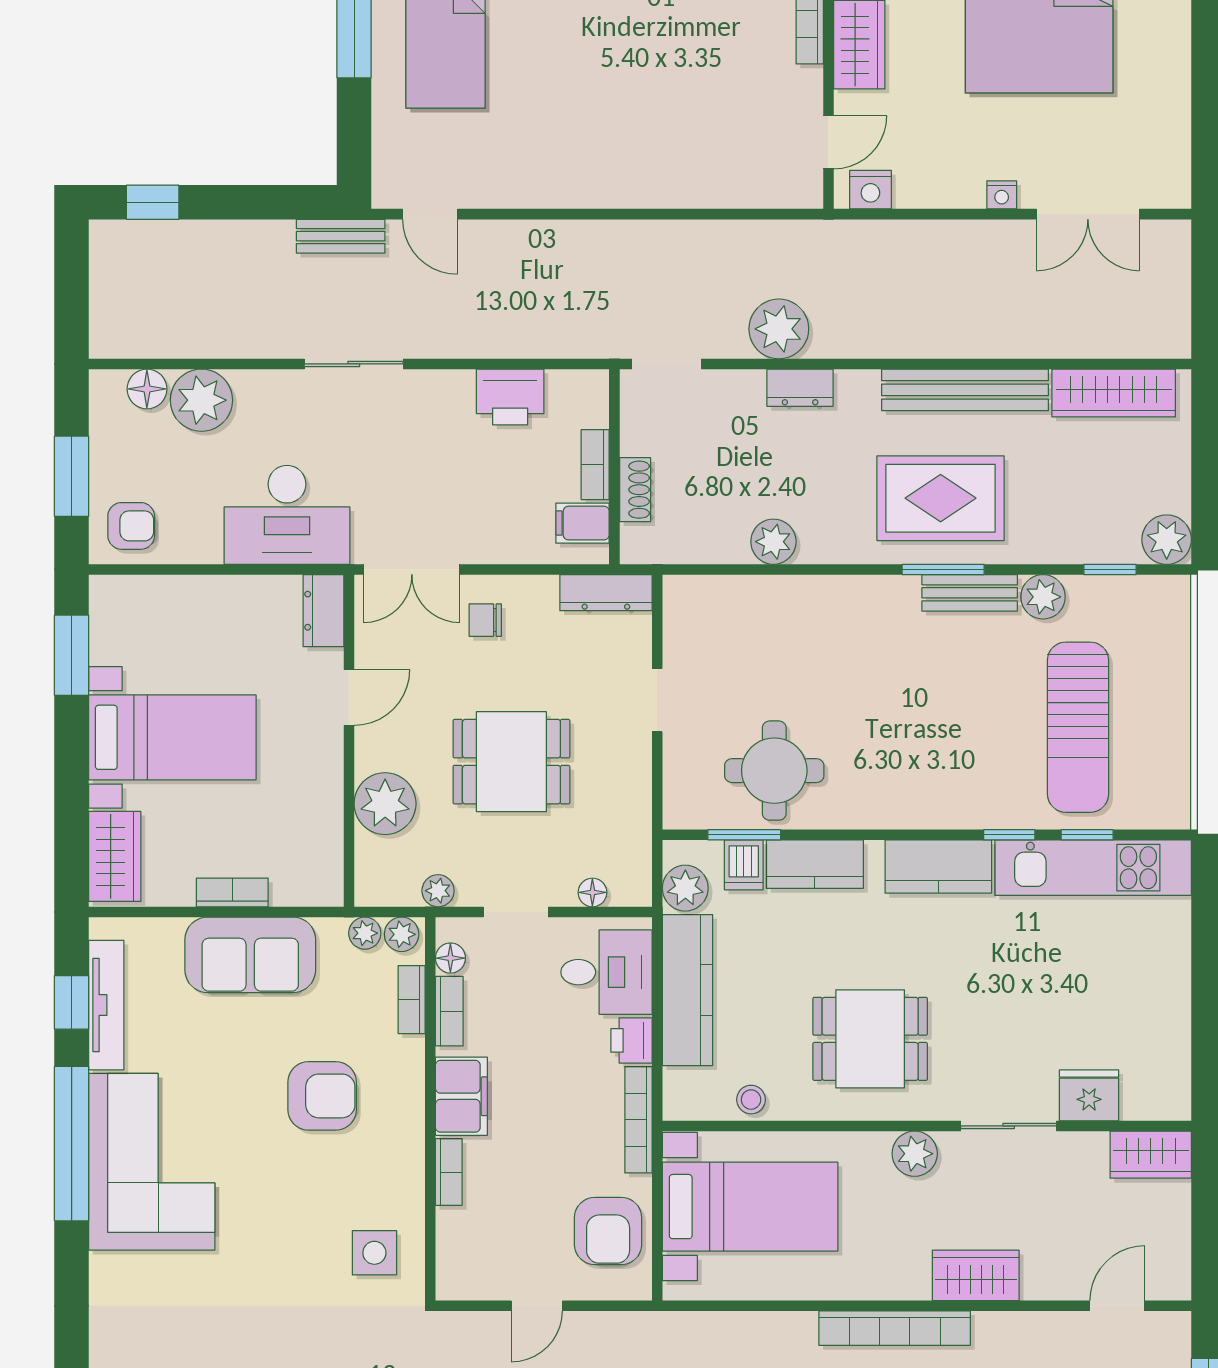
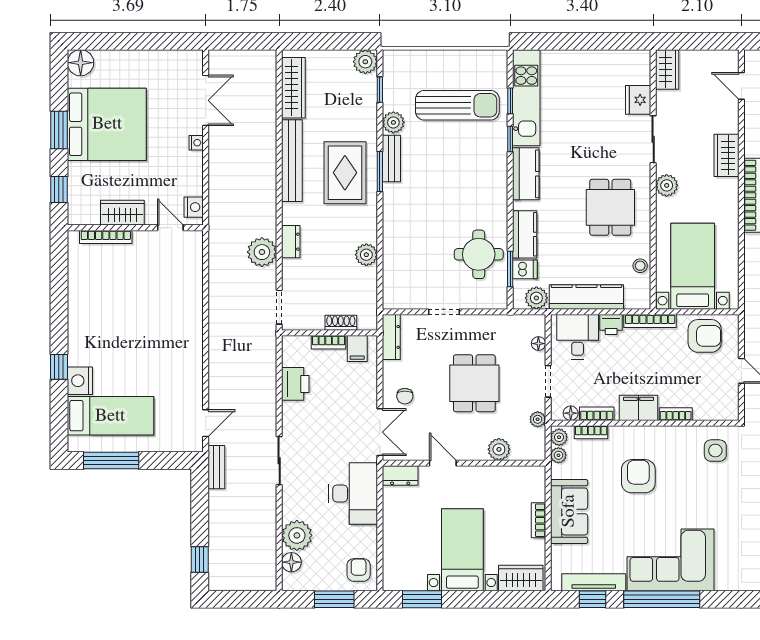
plant: (385, 804) -> (499, 449), width x0.73, depth x0.73

